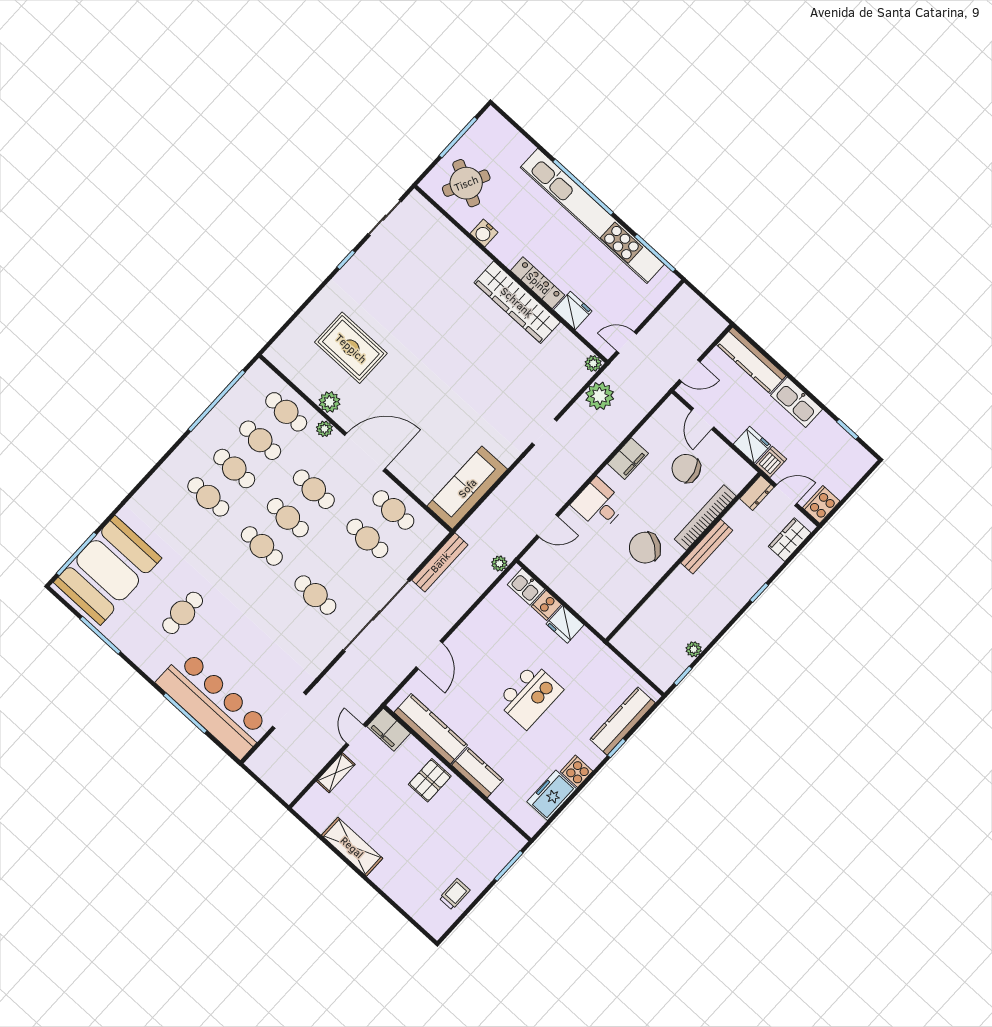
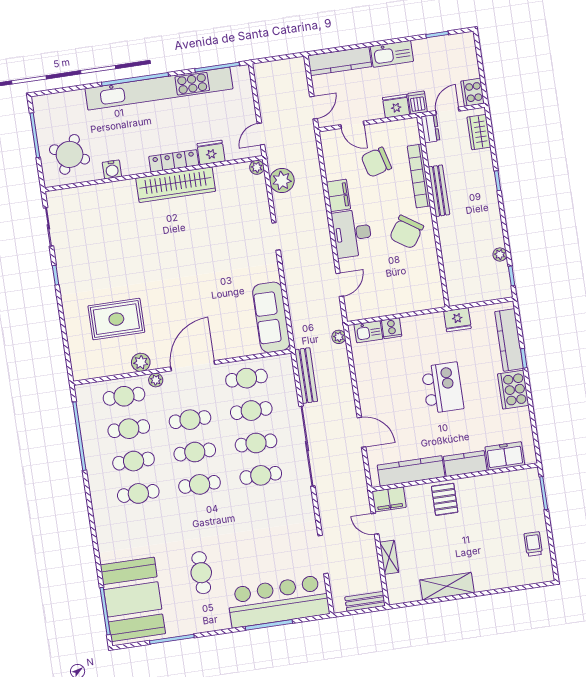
desk: (599, 505) -> (352, 233), width x1.37
cafe table: (341, 567) -> (256, 443), added
fridge: (565, 624) -> (457, 320), moved
cooker: (576, 771) -> (513, 390), width x1.87, depth x1.31
bench: (278, 783) -> (365, 601), added
freezer: (552, 795) -> (505, 456), moved, turned 90

